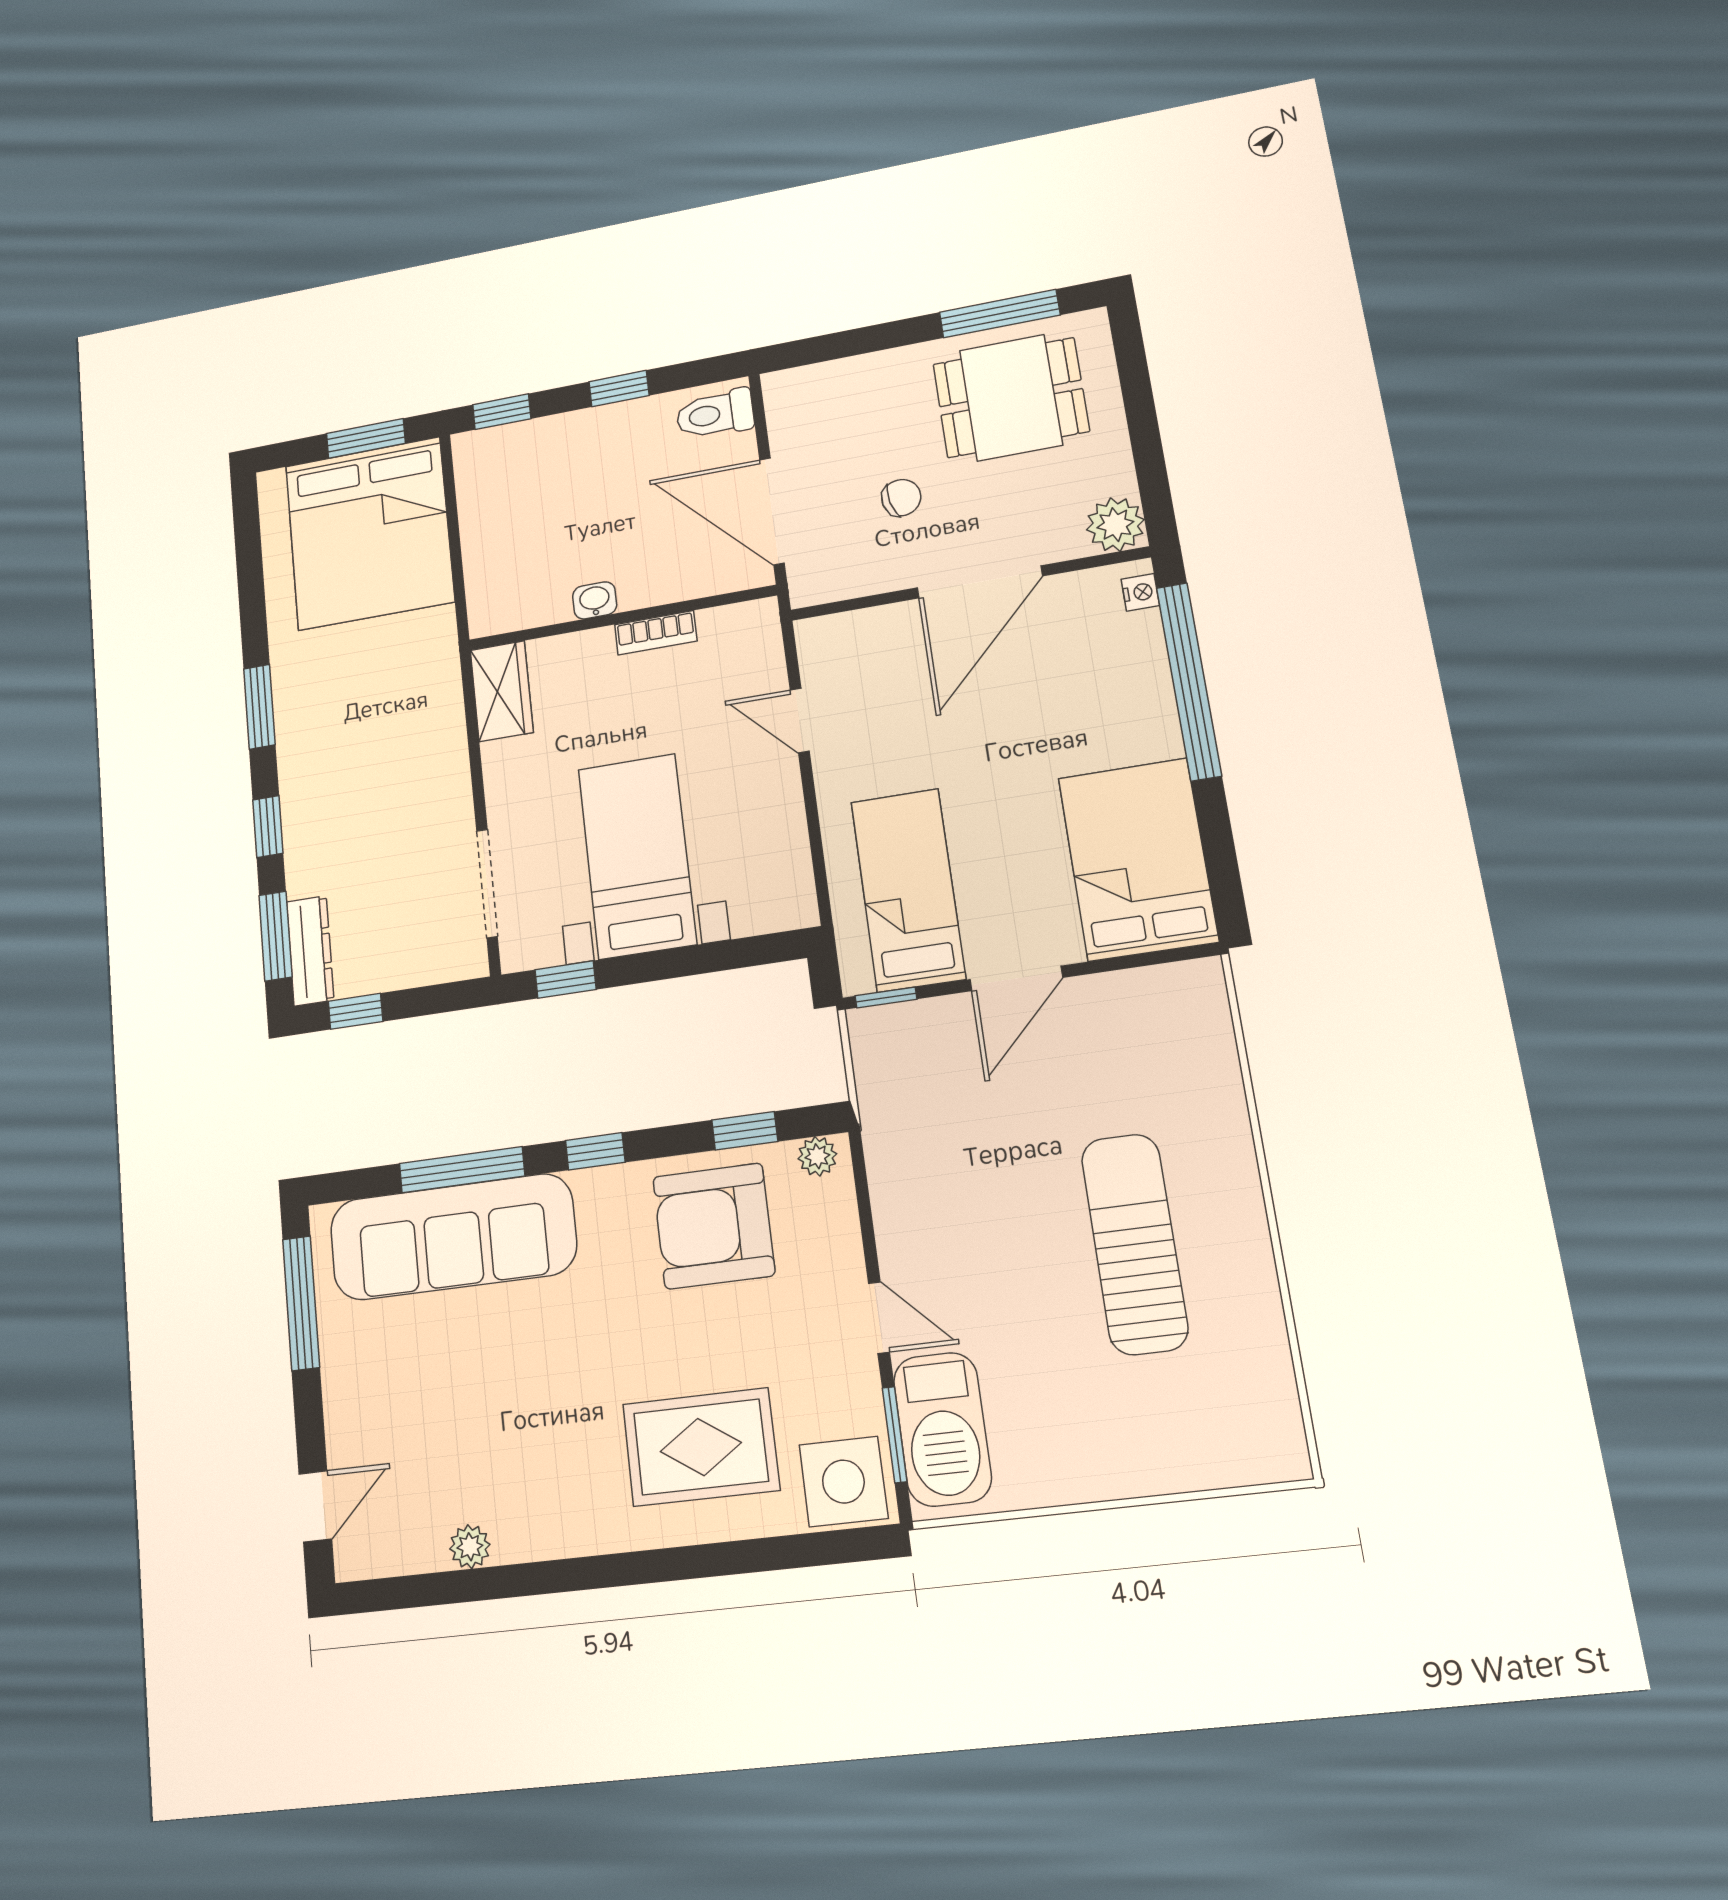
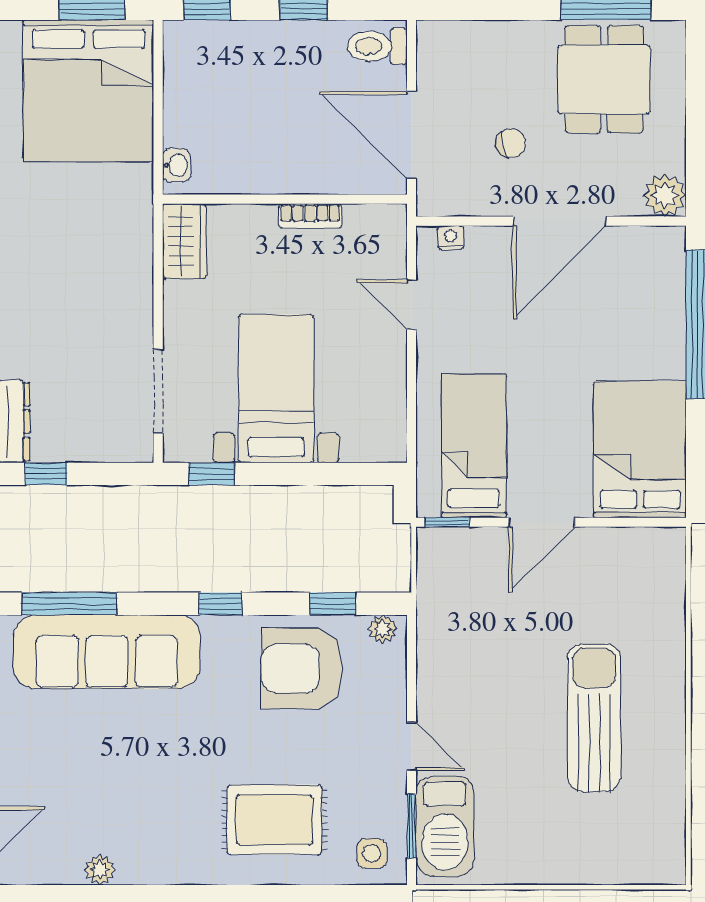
dining table: (1011, 398) -> (604, 79), turned 90
nightstand: (1140, 592) -> (451, 238), moved, turned -90
washbasin: (595, 600) -> (176, 165), moved, turned 90
window: (462, 1170) -> (69, 604), moved
side table: (843, 1482) -> (372, 853), width x0.54, depth x0.54

